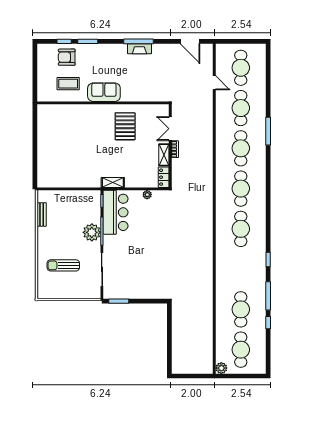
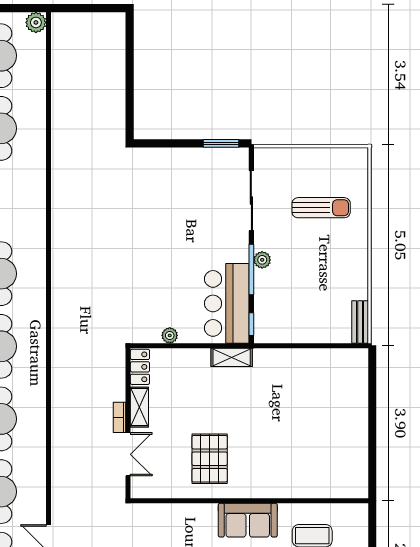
bench: (42, 214) -> (360, 322), moved
plant: (92, 232) -> (262, 260), width x0.53, depth x0.53

